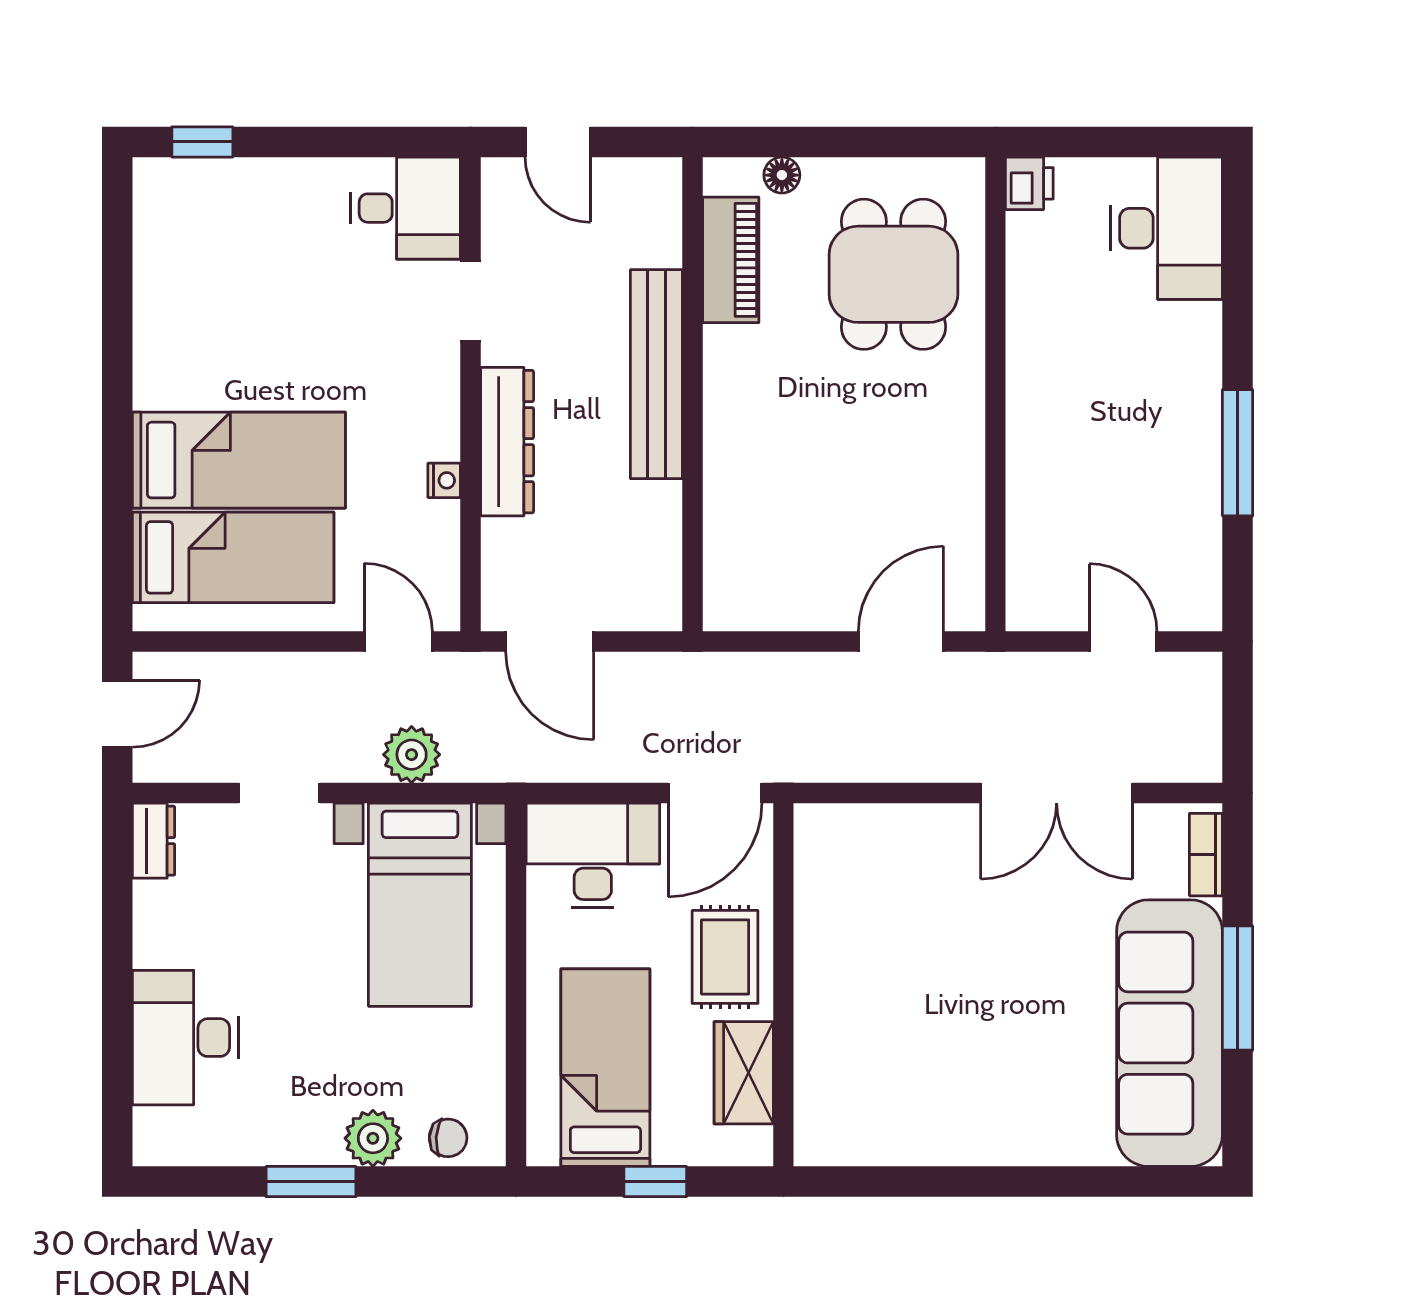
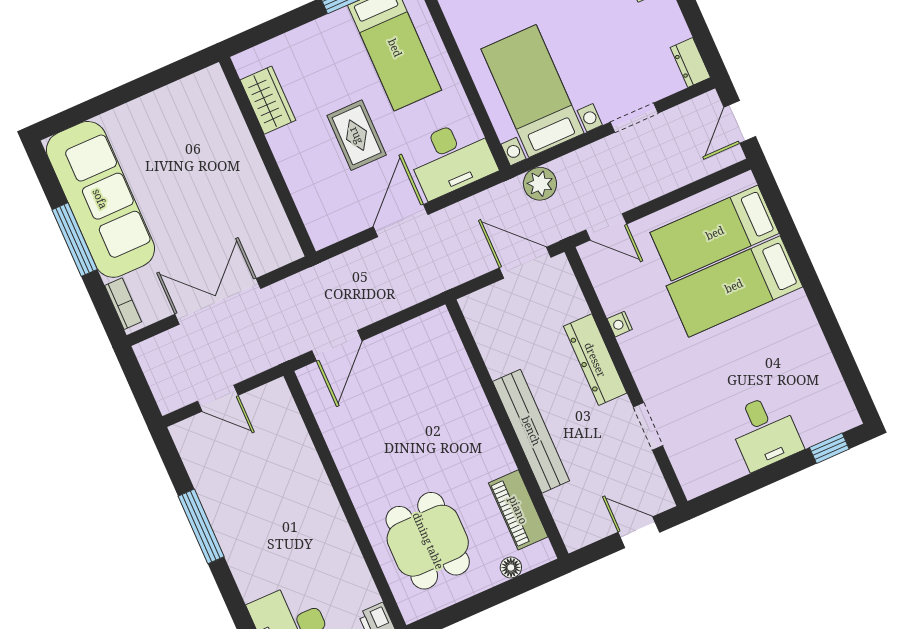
desk: (405, 208) -> (765, 432), moved, turned -90
plant: (412, 755) -> (540, 184), moved
wall: (783, 985) -> (267, 157), moved
wardrobe: (744, 1073) -> (268, 100), moved

